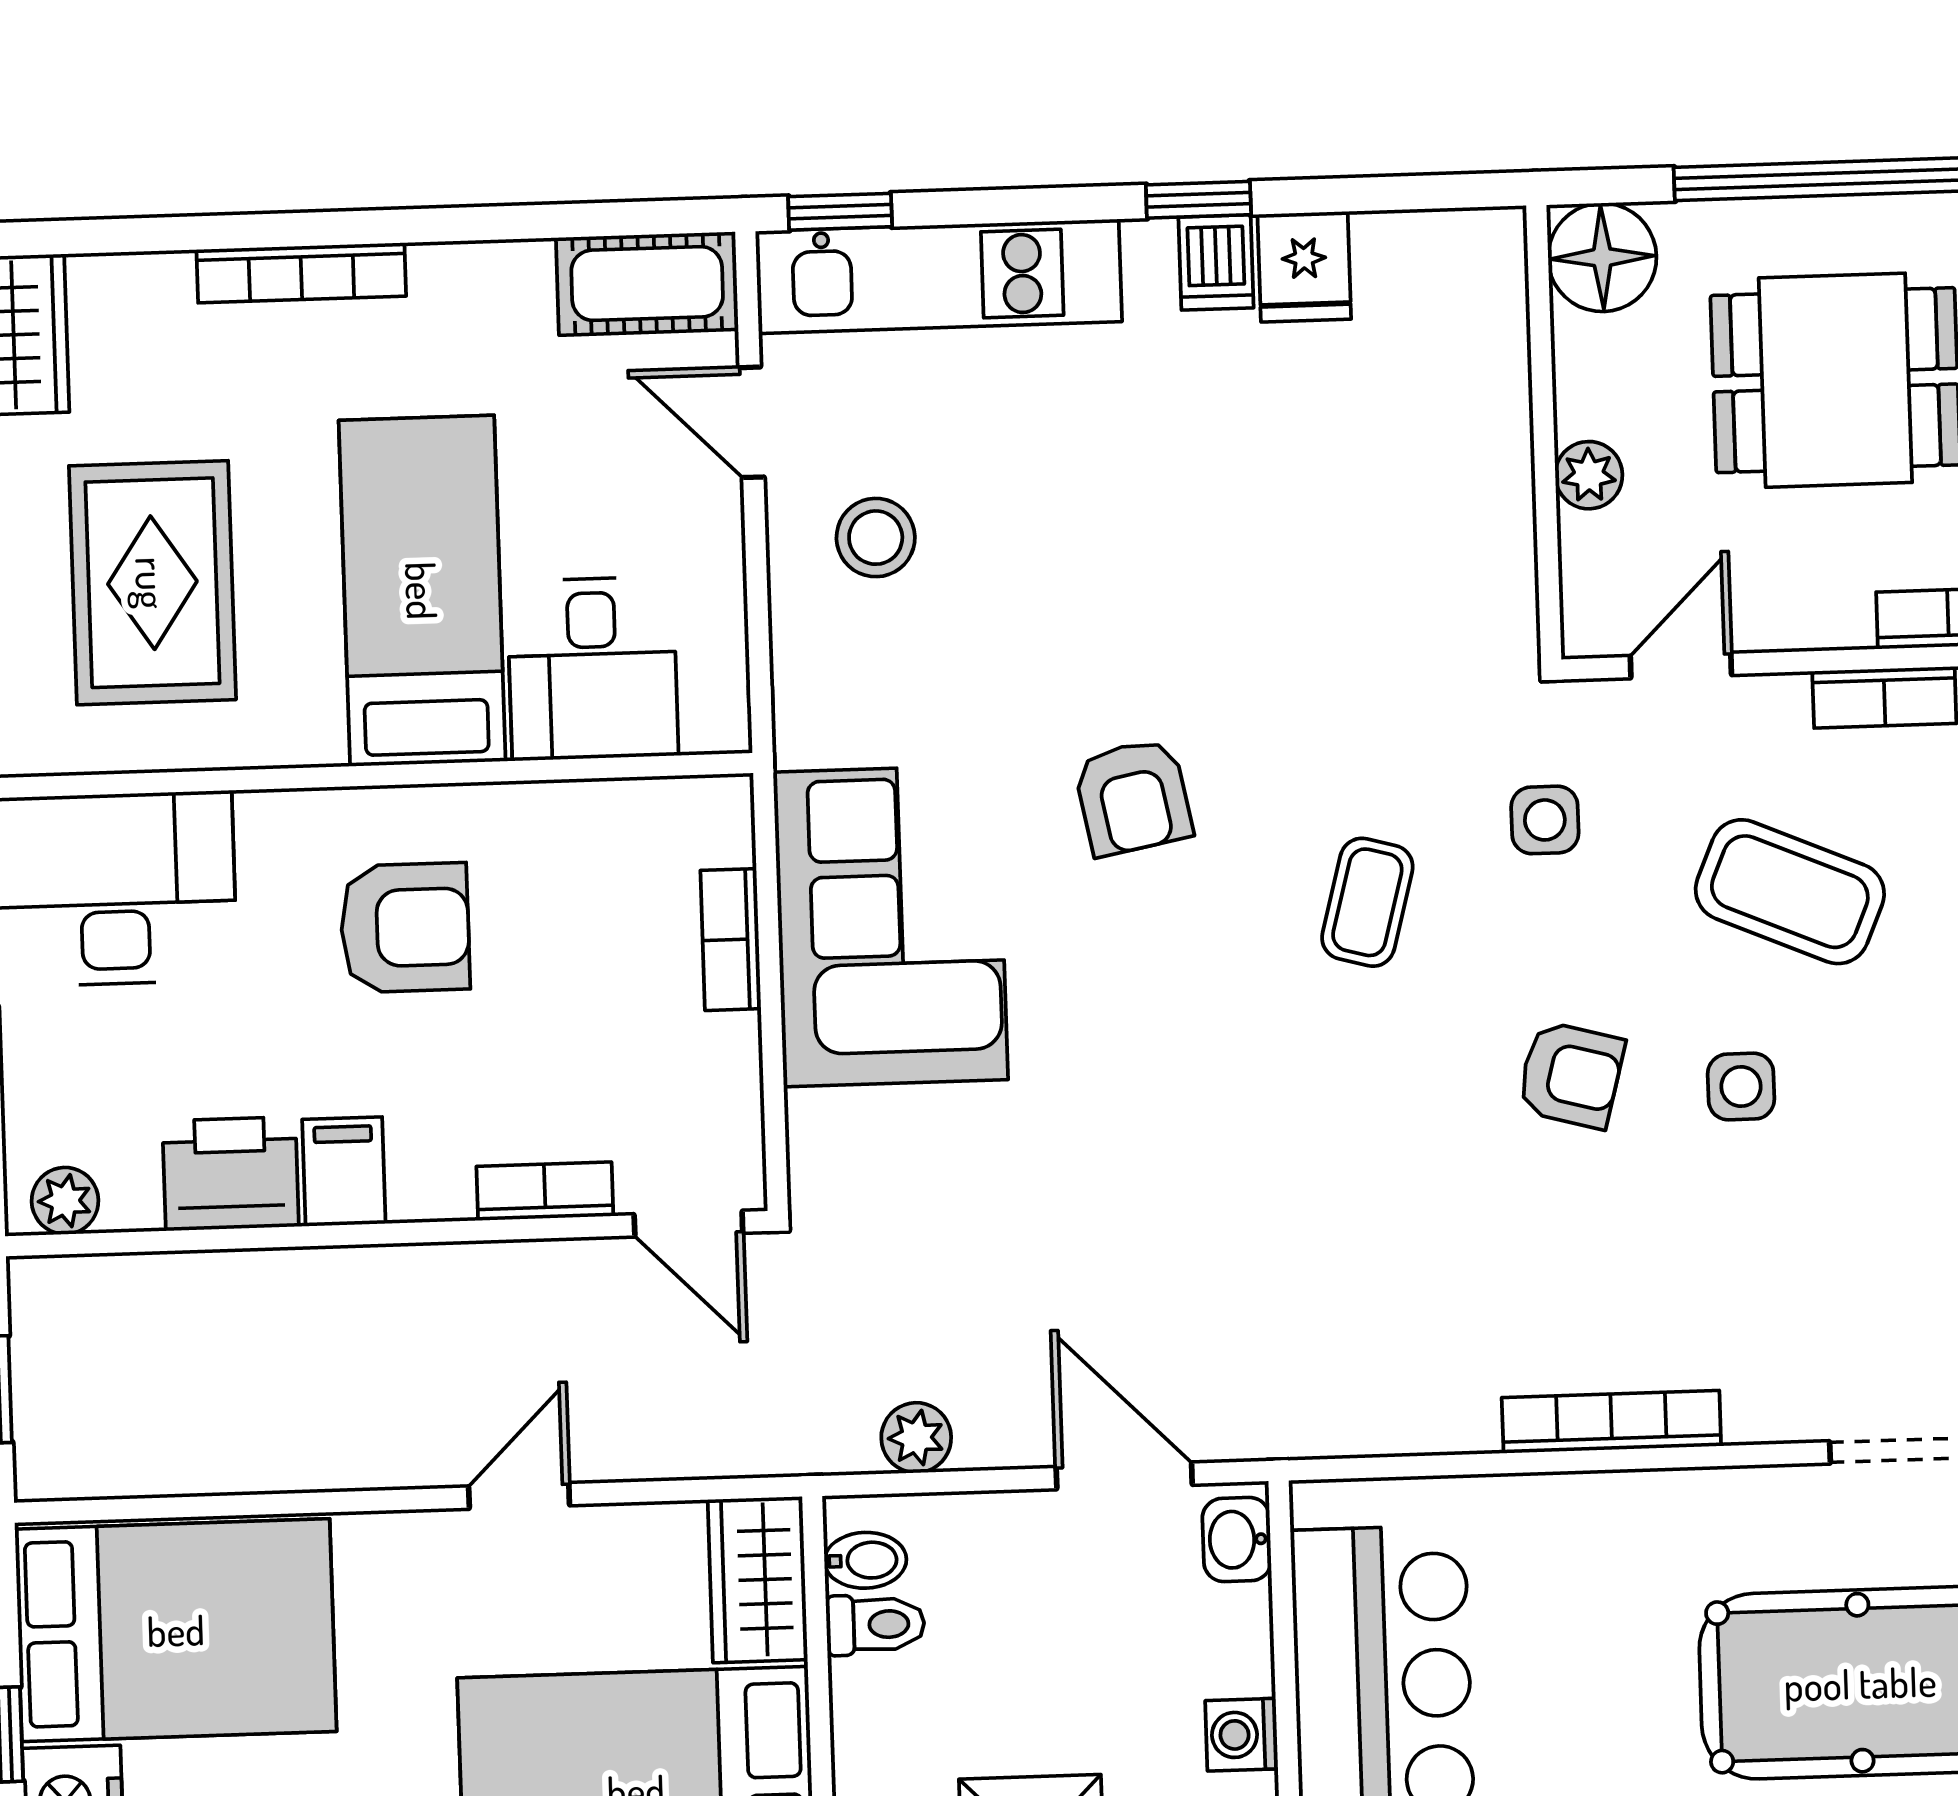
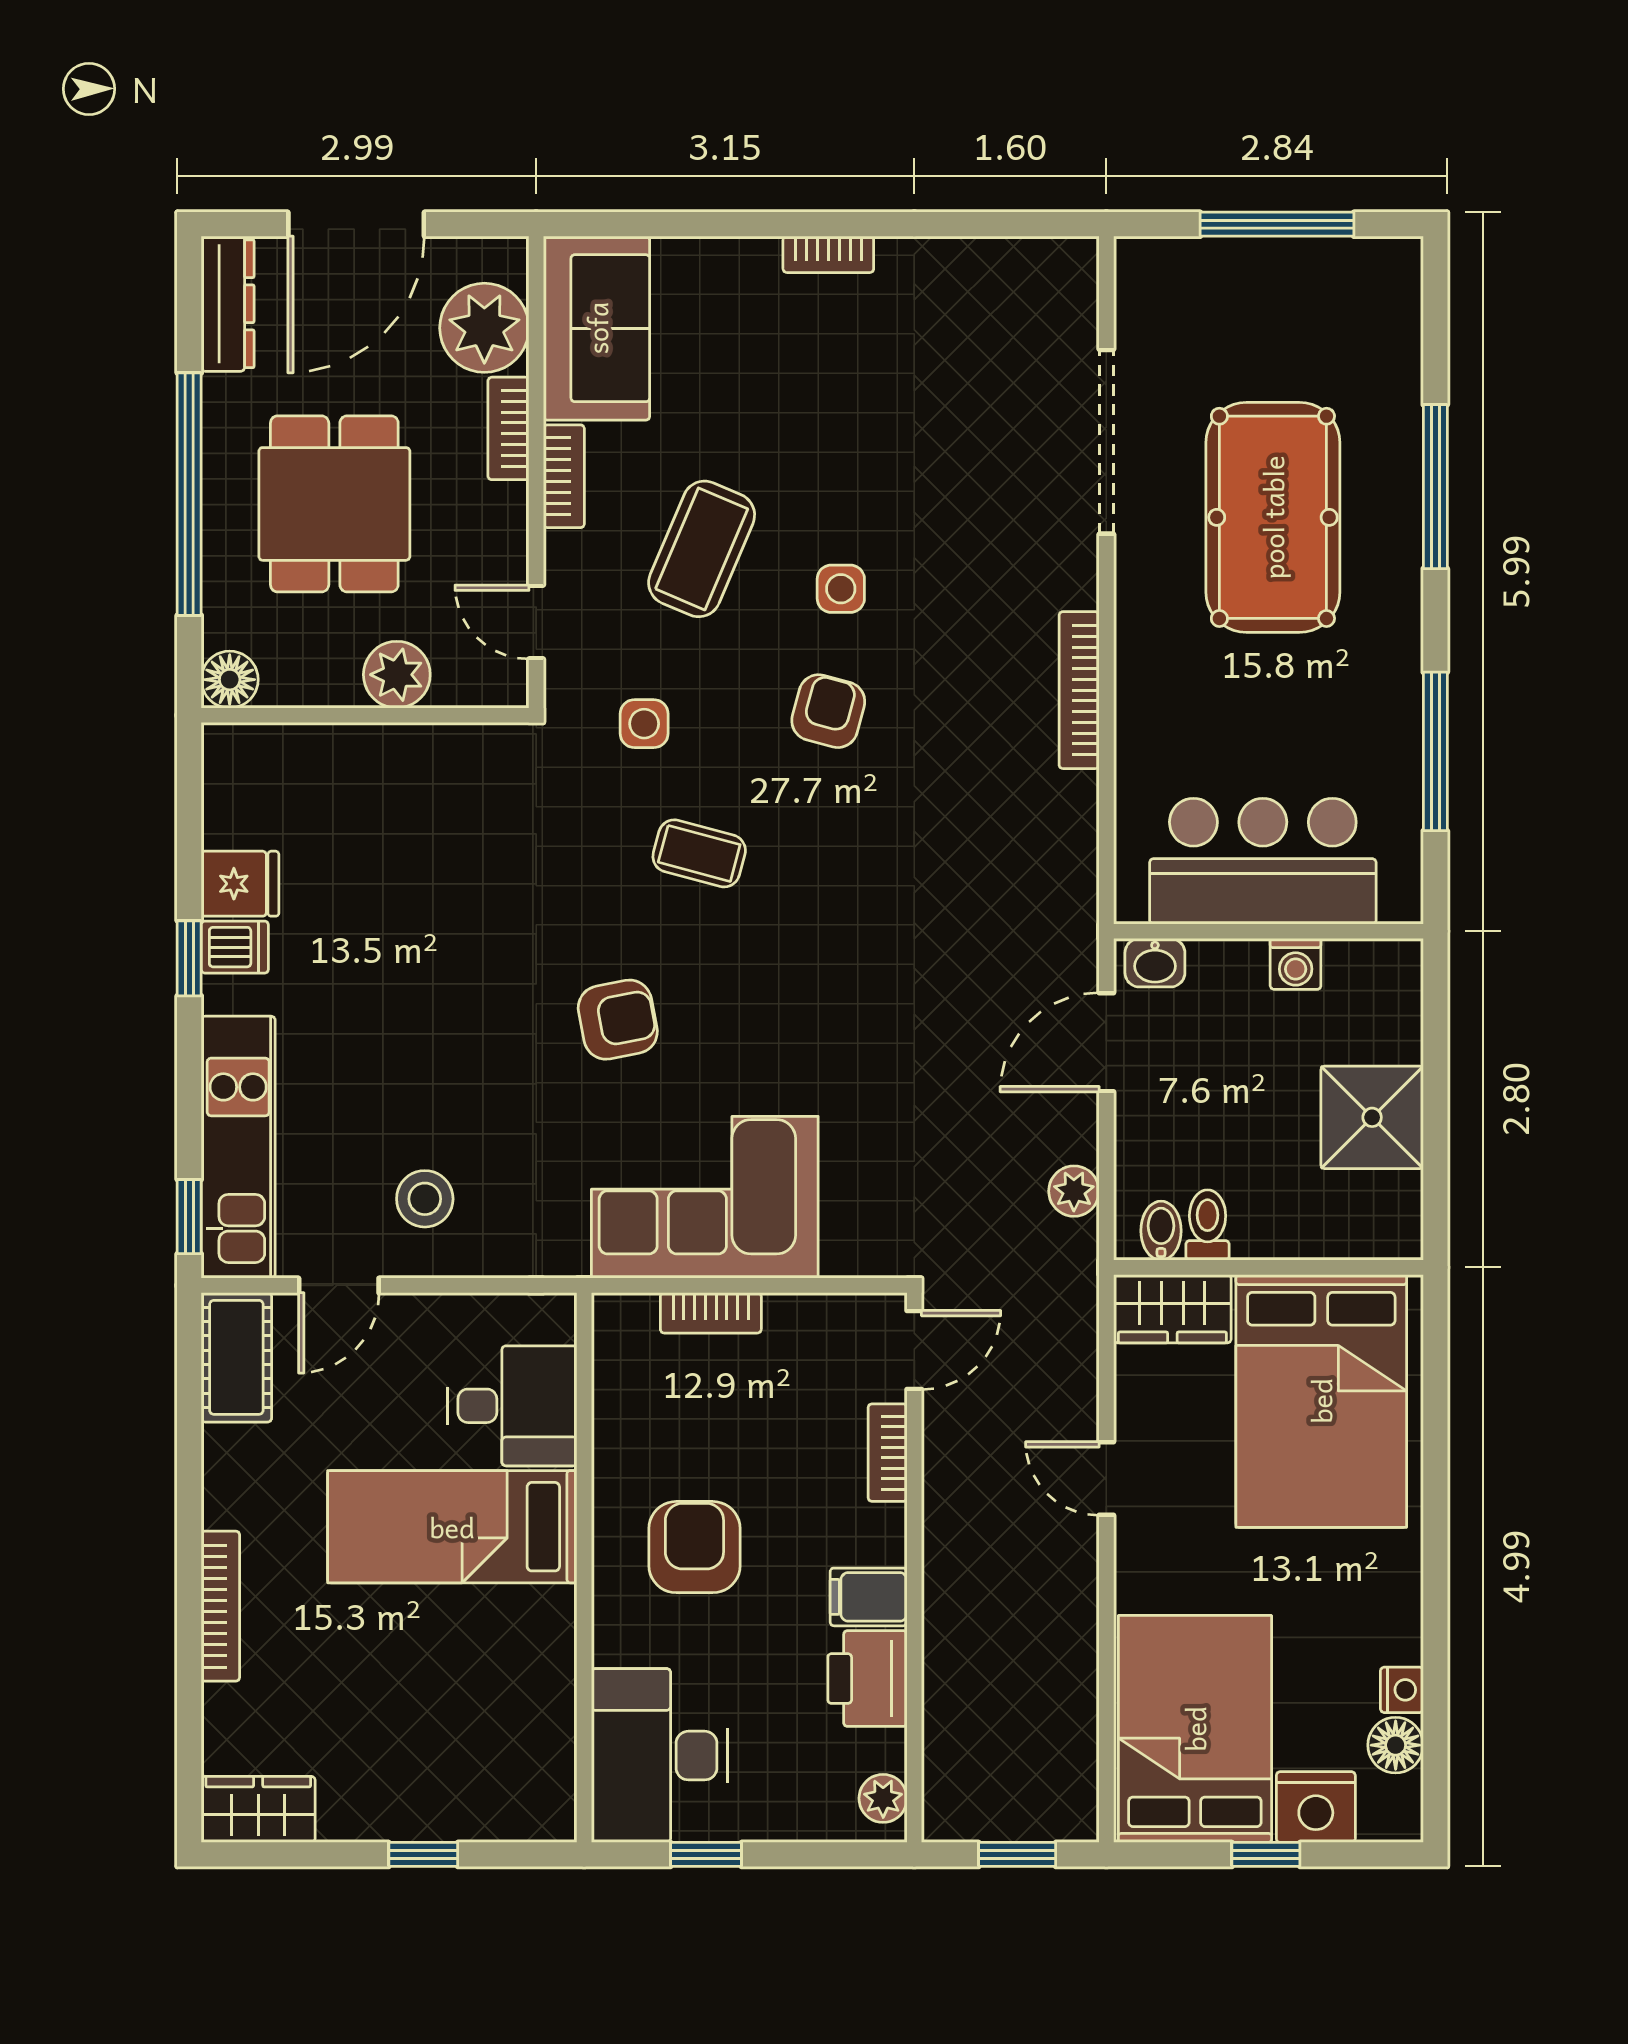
floor lamp: (1602, 257) -> (230, 680), width x0.73, depth x0.73
plant: (1589, 475) -> (397, 675), width x1.38, depth x1.38
rug: (152, 583) -> (440, 1721), removed

